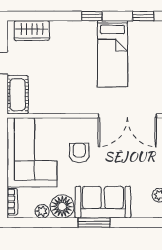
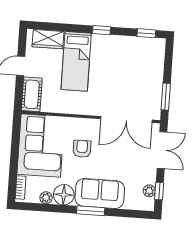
bed: (113, 54) -> (76, 61), moved

